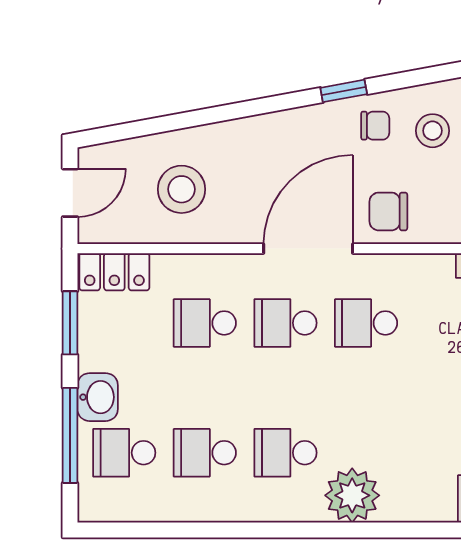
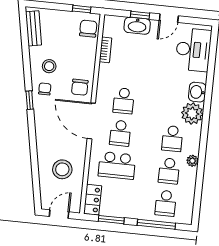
door: (70, 193) -> (59, 214), hinge flipped
school desk: (205, 323) -> (117, 165), width x1.85
washbasin: (98, 397) -> (197, 92), moved, turned -90
plant: (236, 508) -> (192, 161), added

